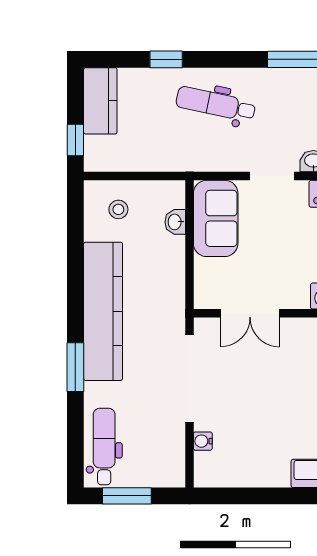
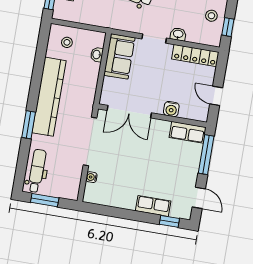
double door: (250, 313) -> (129, 112), width x1.37

